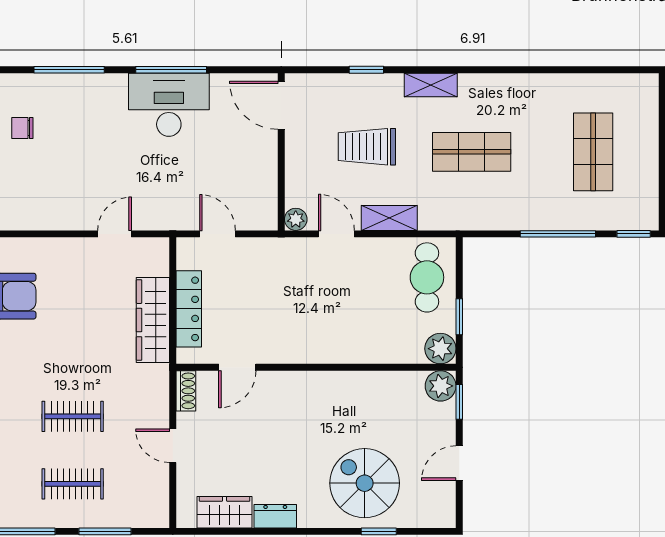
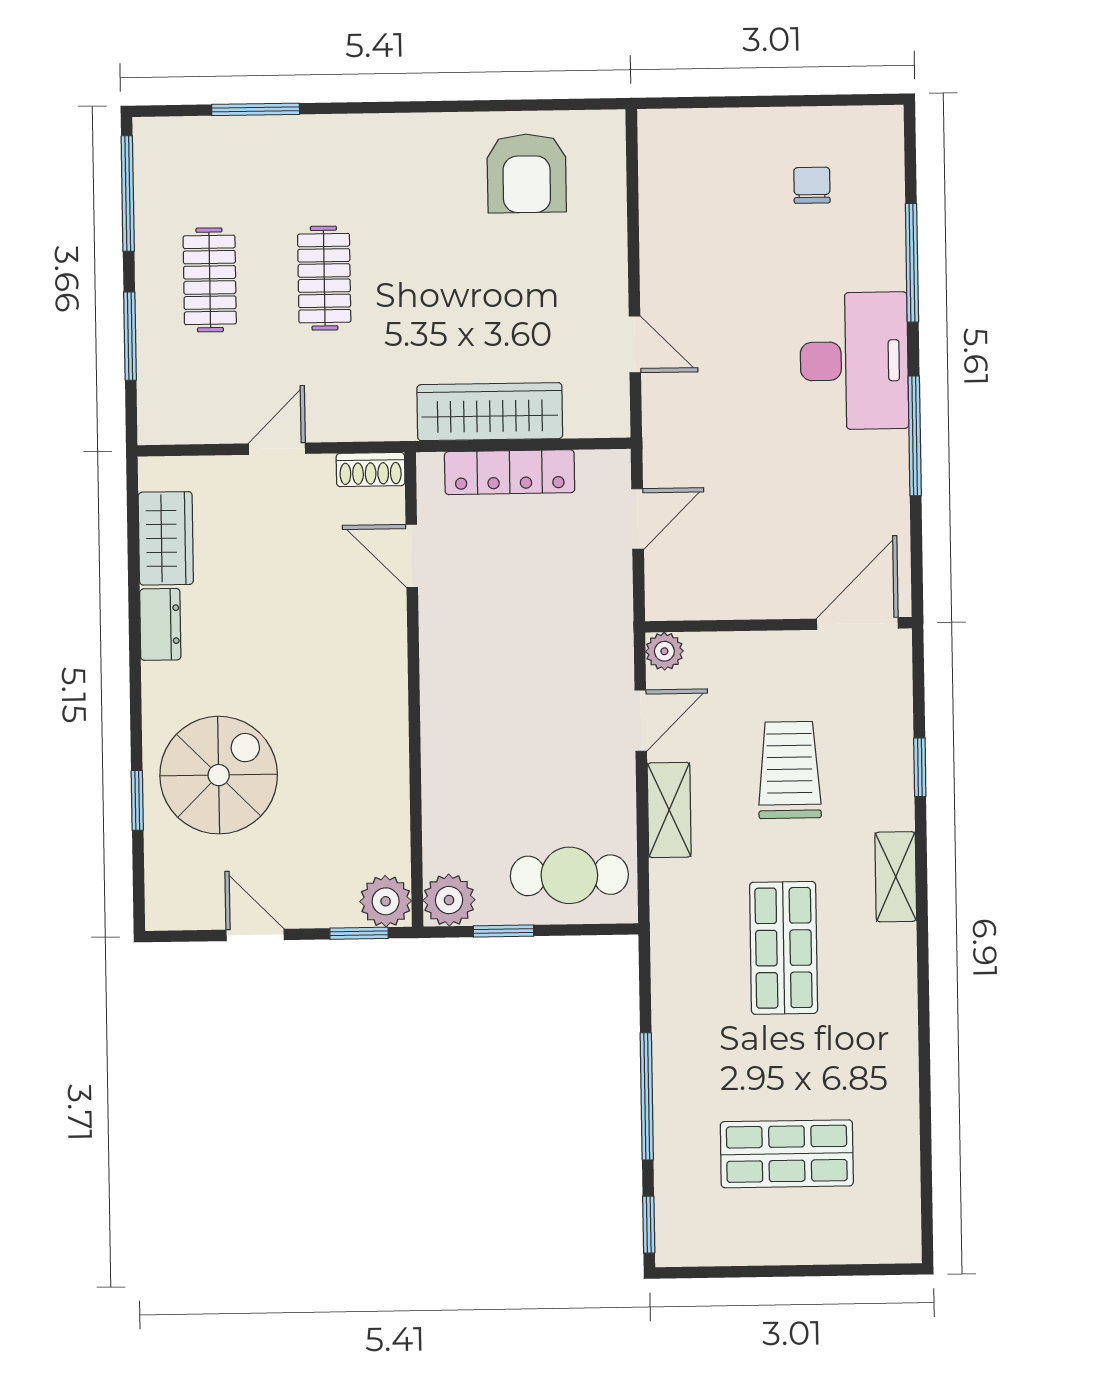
desk: (169, 105) -> (854, 361), moved

